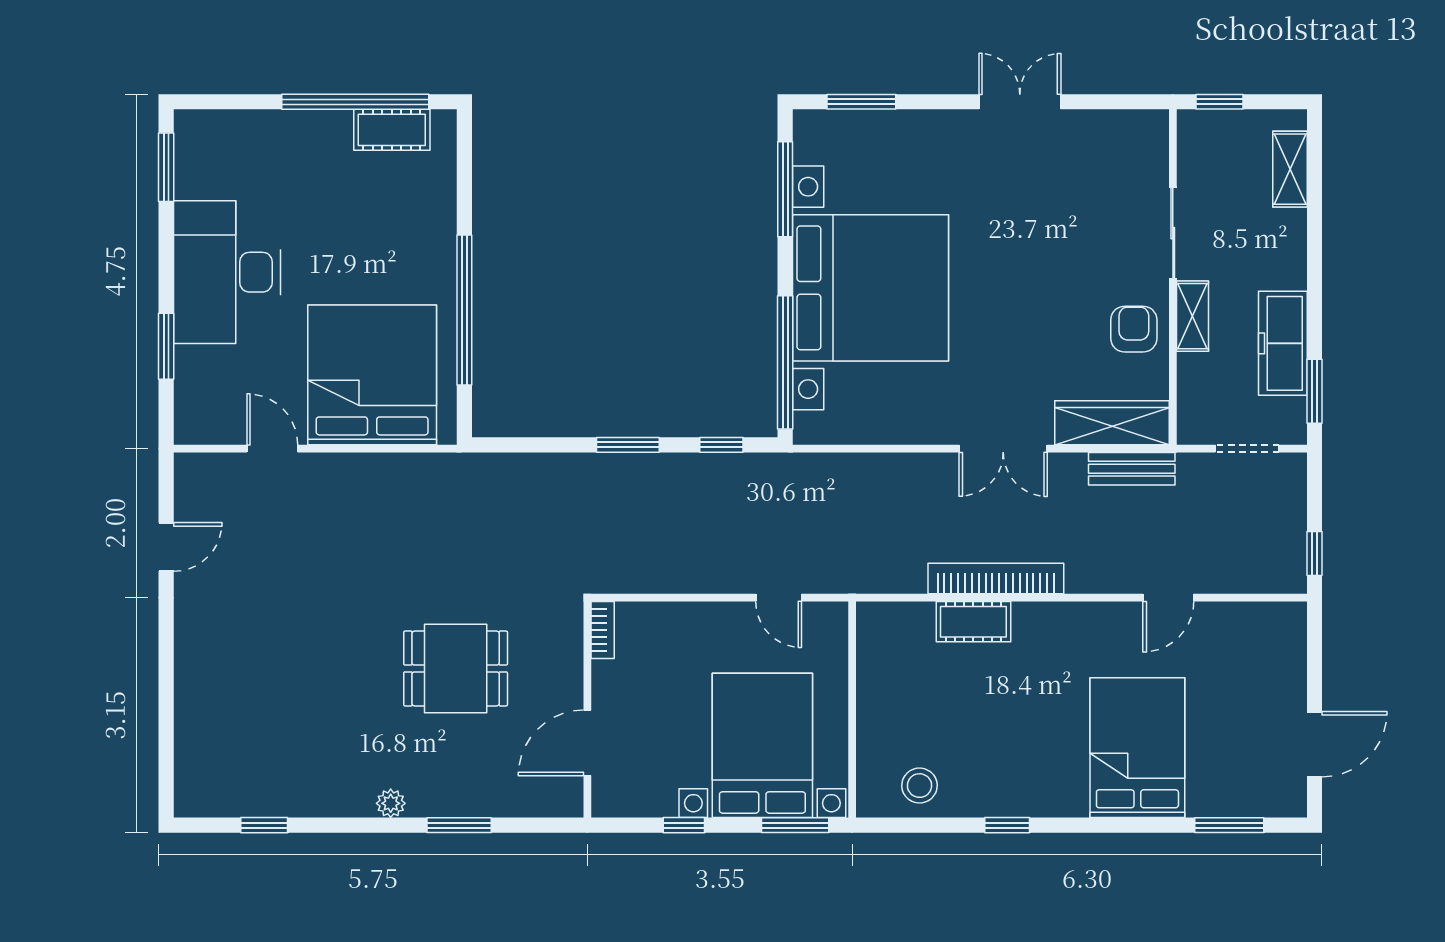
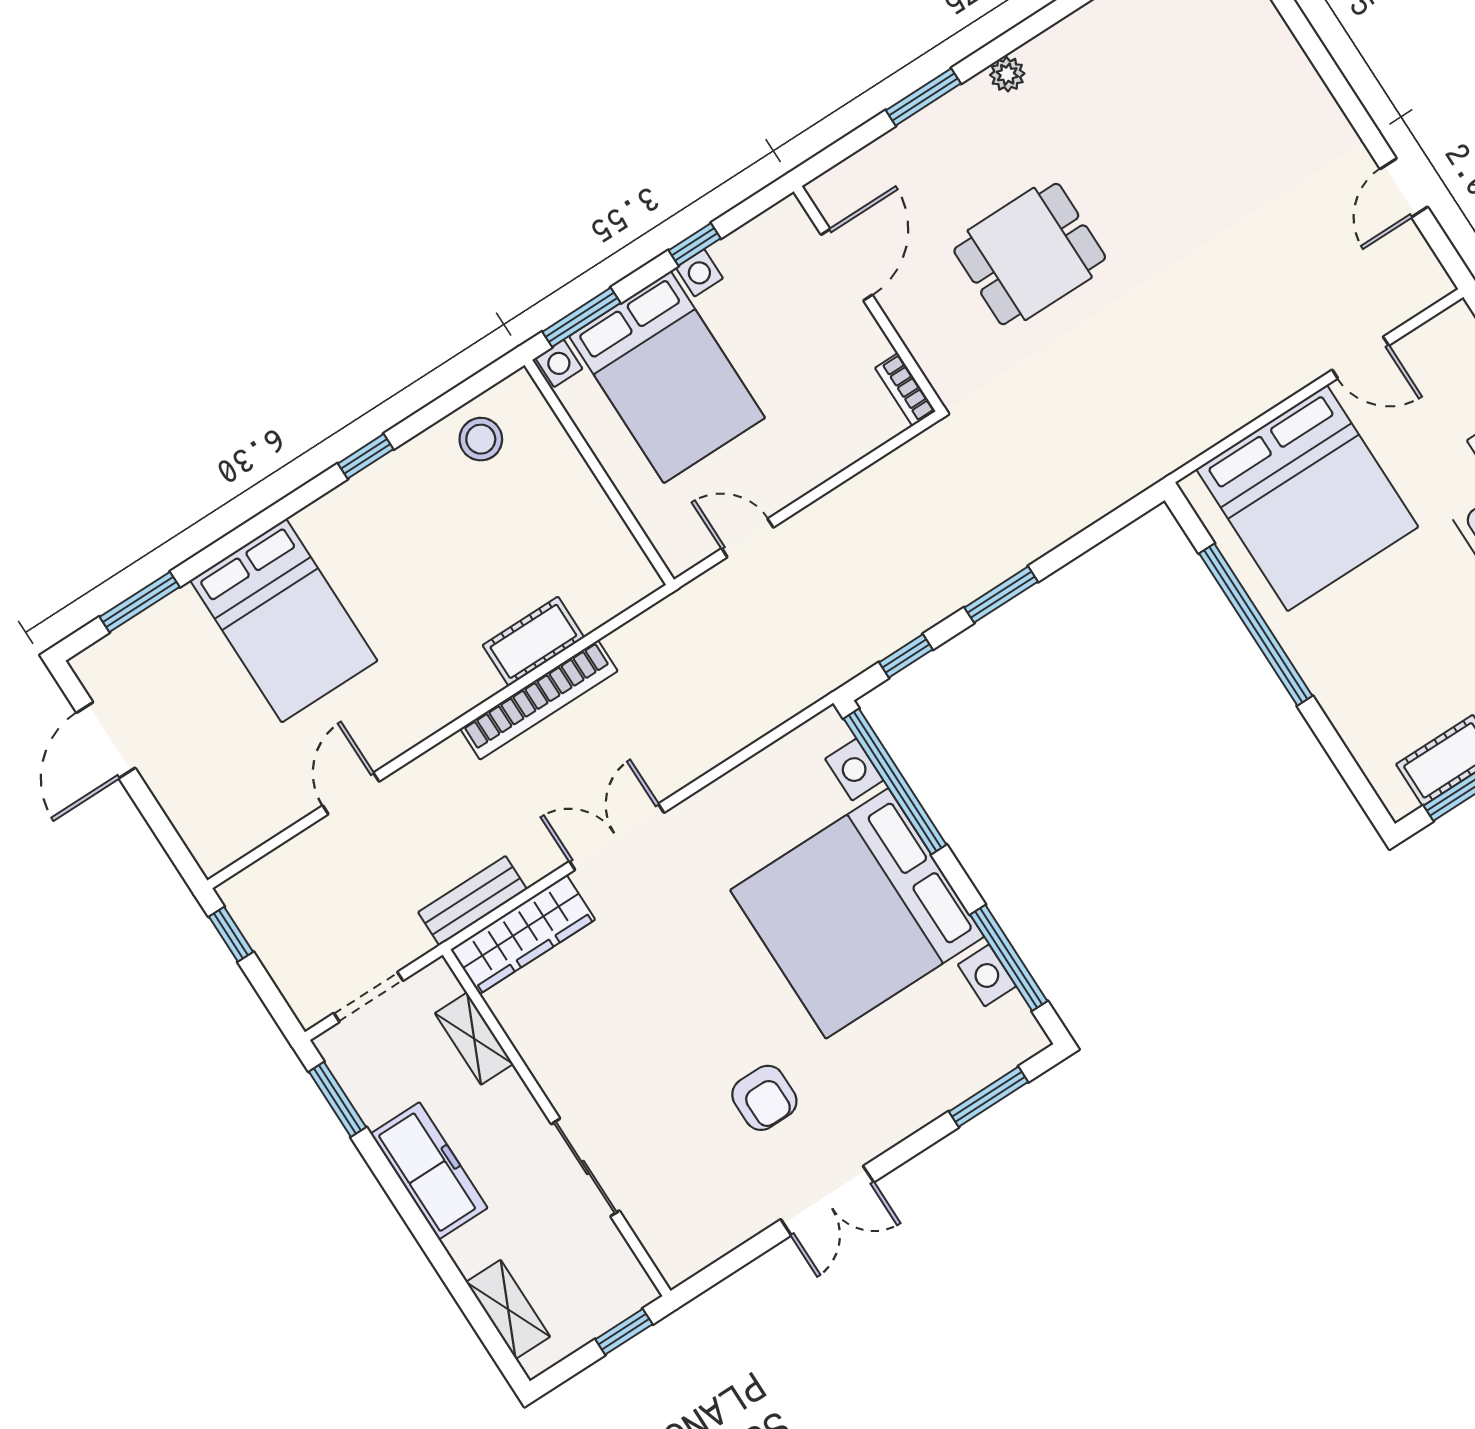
shelving: (1192, 316) -> (474, 1039), moved
armchair: (1134, 329) -> (764, 1098), moved
freezer: (1283, 343) -> (429, 1171), moved

